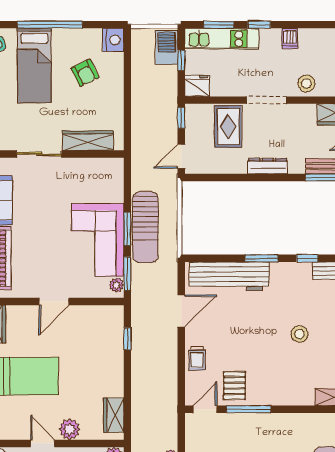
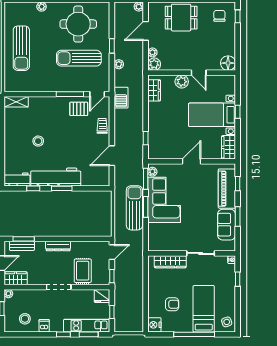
barbecue: (167, 47) -> (121, 98), moved
armchair: (85, 73) -> (172, 304), turned 116
stool: (306, 83) -> (25, 319), moved
workbench: (229, 276) -> (56, 177), moved
pallet: (234, 386) -> (79, 109), turned 90

